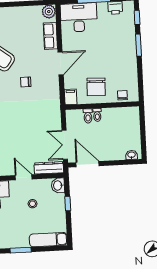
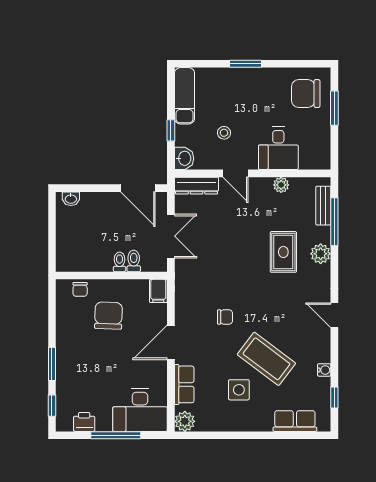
side table: (14, 34) -> (239, 390), added
chair: (96, 87) -> (108, 316), moved
double door: (65, 145) -> (171, 236), moved
exam couch: (48, 240) -> (184, 96), moved, turned -90

